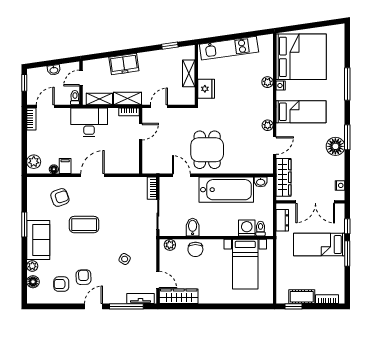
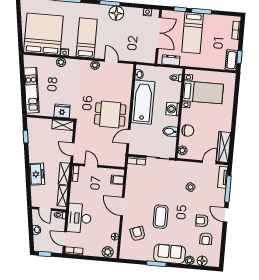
shelving: (189, 73) -> (63, 125), moved
desk: (89, 122) -> (79, 218), moved
filing cabinet: (65, 166) -> (117, 180), moved
wardrobe: (284, 177) -> (137, 56), removed
washing machine: (247, 228) -> (173, 109), moved
cot: (302, 297) -> (232, 60), moved

